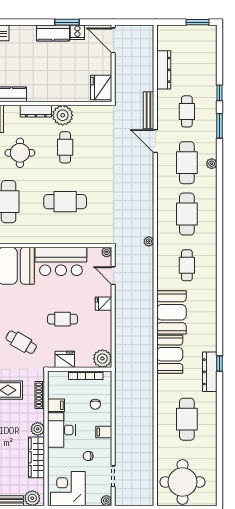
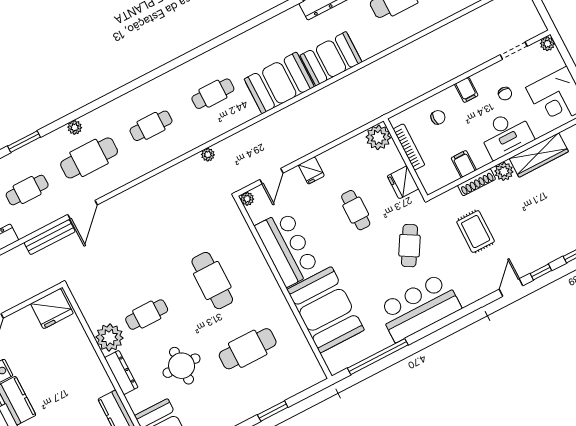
cafe table: (187, 214) -> (151, 126), width x0.73, depth x0.74
shoe rack: (40, 395) -> (477, 182), moved
desk: (61, 430) -> (506, 134), moved

